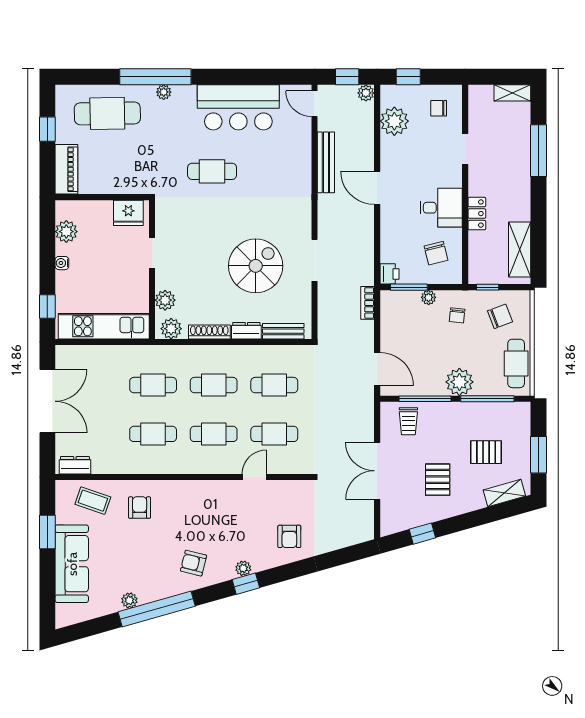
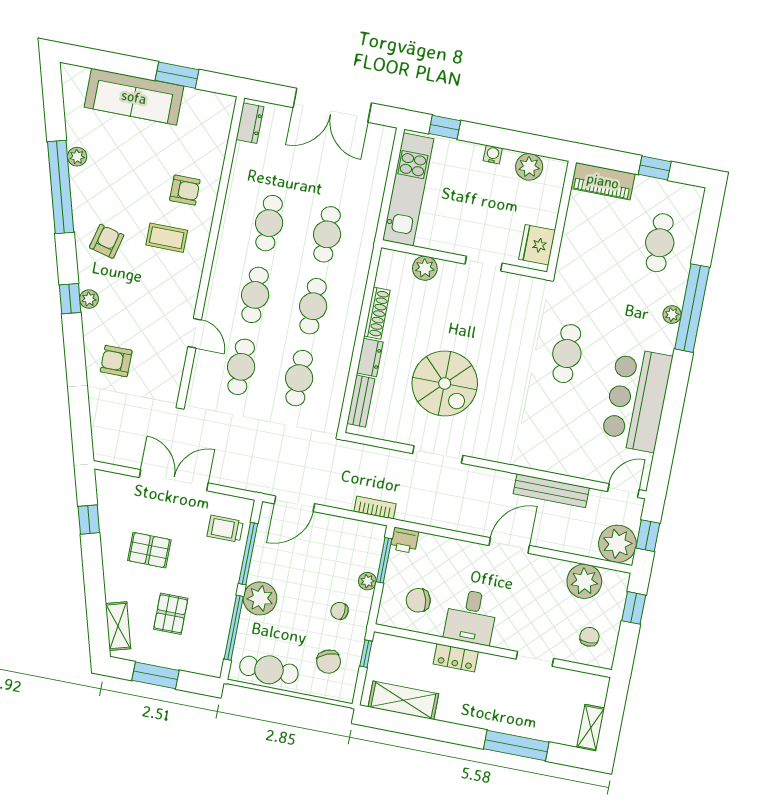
plant: (366, 93) -> (617, 544), width x1.88, depth x1.88
cafe table: (107, 113) -> (660, 243), width x0.73, depth x0.74
plant: (171, 329) -> (390, 269), removed
coffee table: (93, 501) -> (167, 238), moved, turned 71

